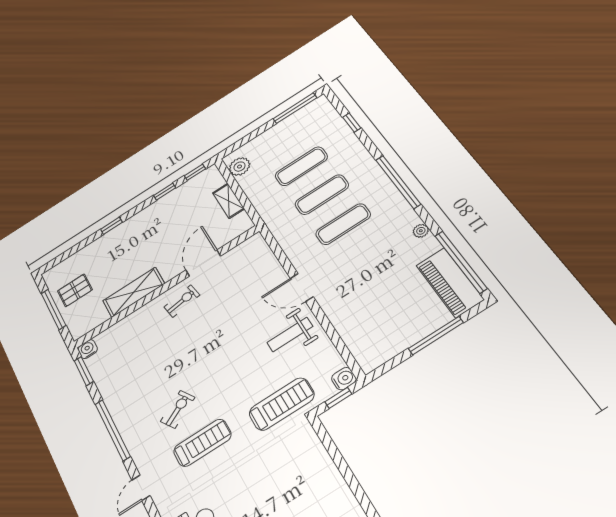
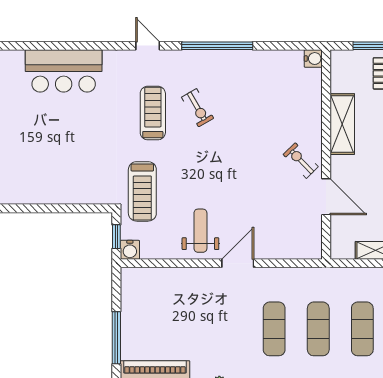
exercise bike: (182, 301) -> (301, 161), turned 145
window: (84, 371) -> (293, 46), removed
treadmill: (202, 443) -> (153, 113), turned 180

